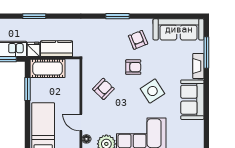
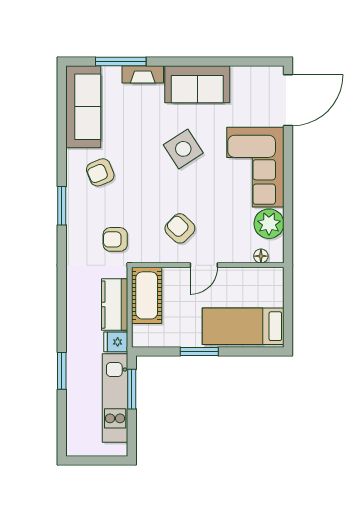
window: (34, 16) -> (62, 371), moved
armchair: (133, 67) -> (115, 239), moved, turned -90
cot: (47, 68) -> (147, 295), moved
window: (28, 89) -> (199, 352), moved
door: (81, 122) -> (204, 265), moved

